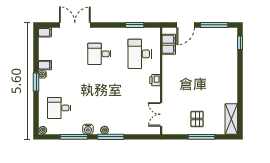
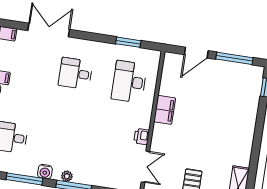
filing cabinet: (169, 44) -> (165, 110), moved
printer: (155, 80) -> (142, 137), moved
double door: (161, 114) -> (145, 167), swing flipped

